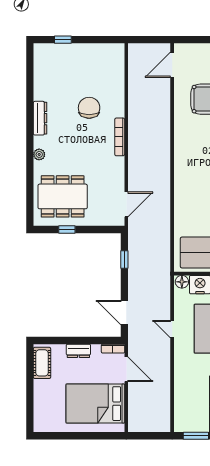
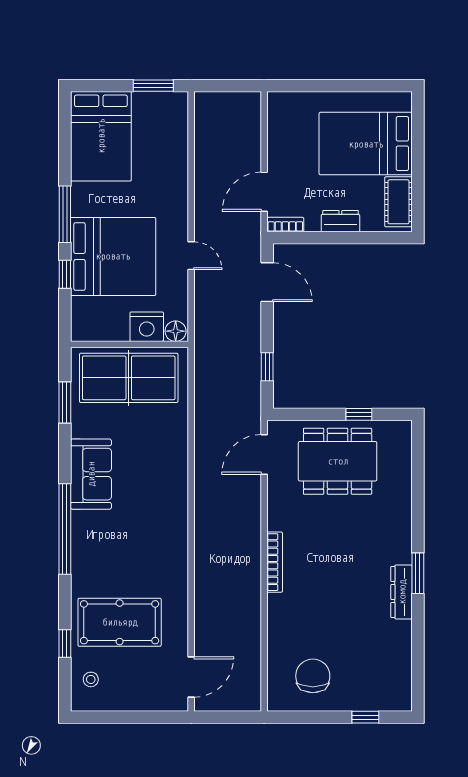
chair: (89, 108) -> (313, 676), moved, turned 180
window: (30, 130) -> (418, 573), added
plant: (39, 154) -> (403, 534), removed
dining table: (63, 196) -> (338, 461), moved
door: (126, 369) -> (264, 192), hinge flipped
bed: (95, 404) -> (366, 144), moved, turned 180

